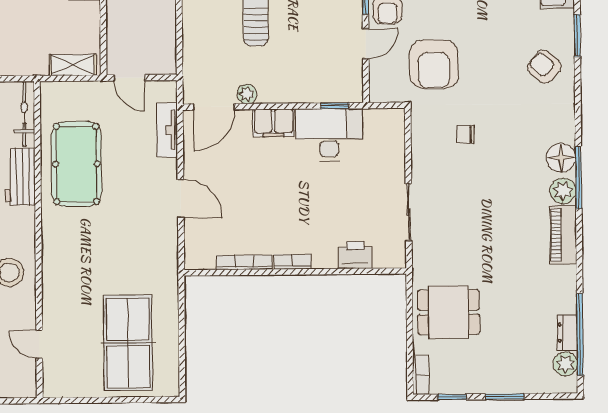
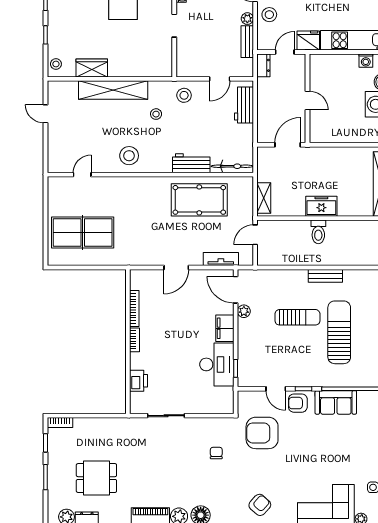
dining table: (449, 312) -> (96, 478), moved, turned 90

